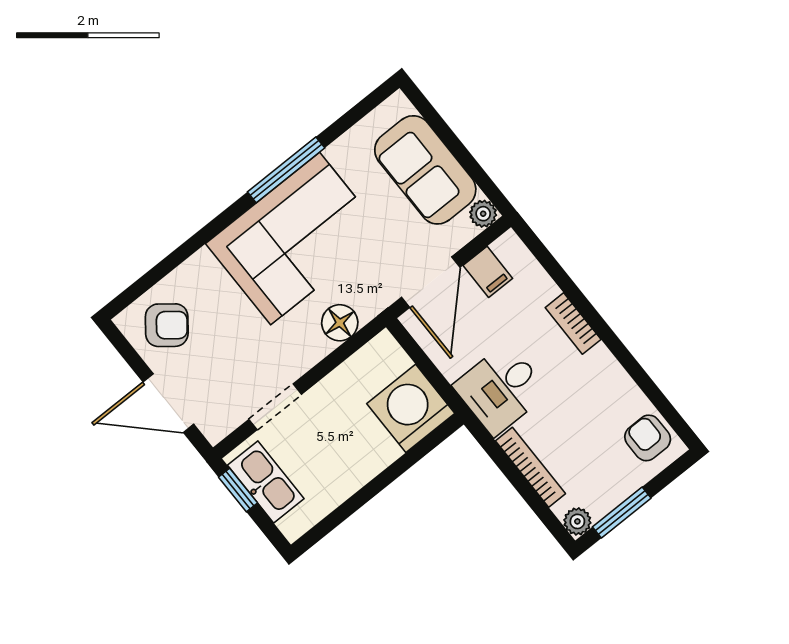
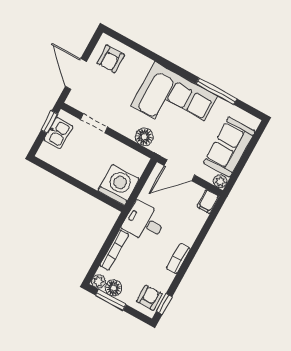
window: (286, 170) -> (217, 91), moved
filing cabinet: (488, 272) -> (208, 202), moved
bookcase: (573, 323) -> (179, 259), moved
armchair: (167, 325) -> (111, 59), turned 52
window: (671, 415) -> (164, 304), added
kitchen sink: (266, 482) -> (58, 133), width x0.73
floor lamp: (601, 498) -> (113, 288), added

